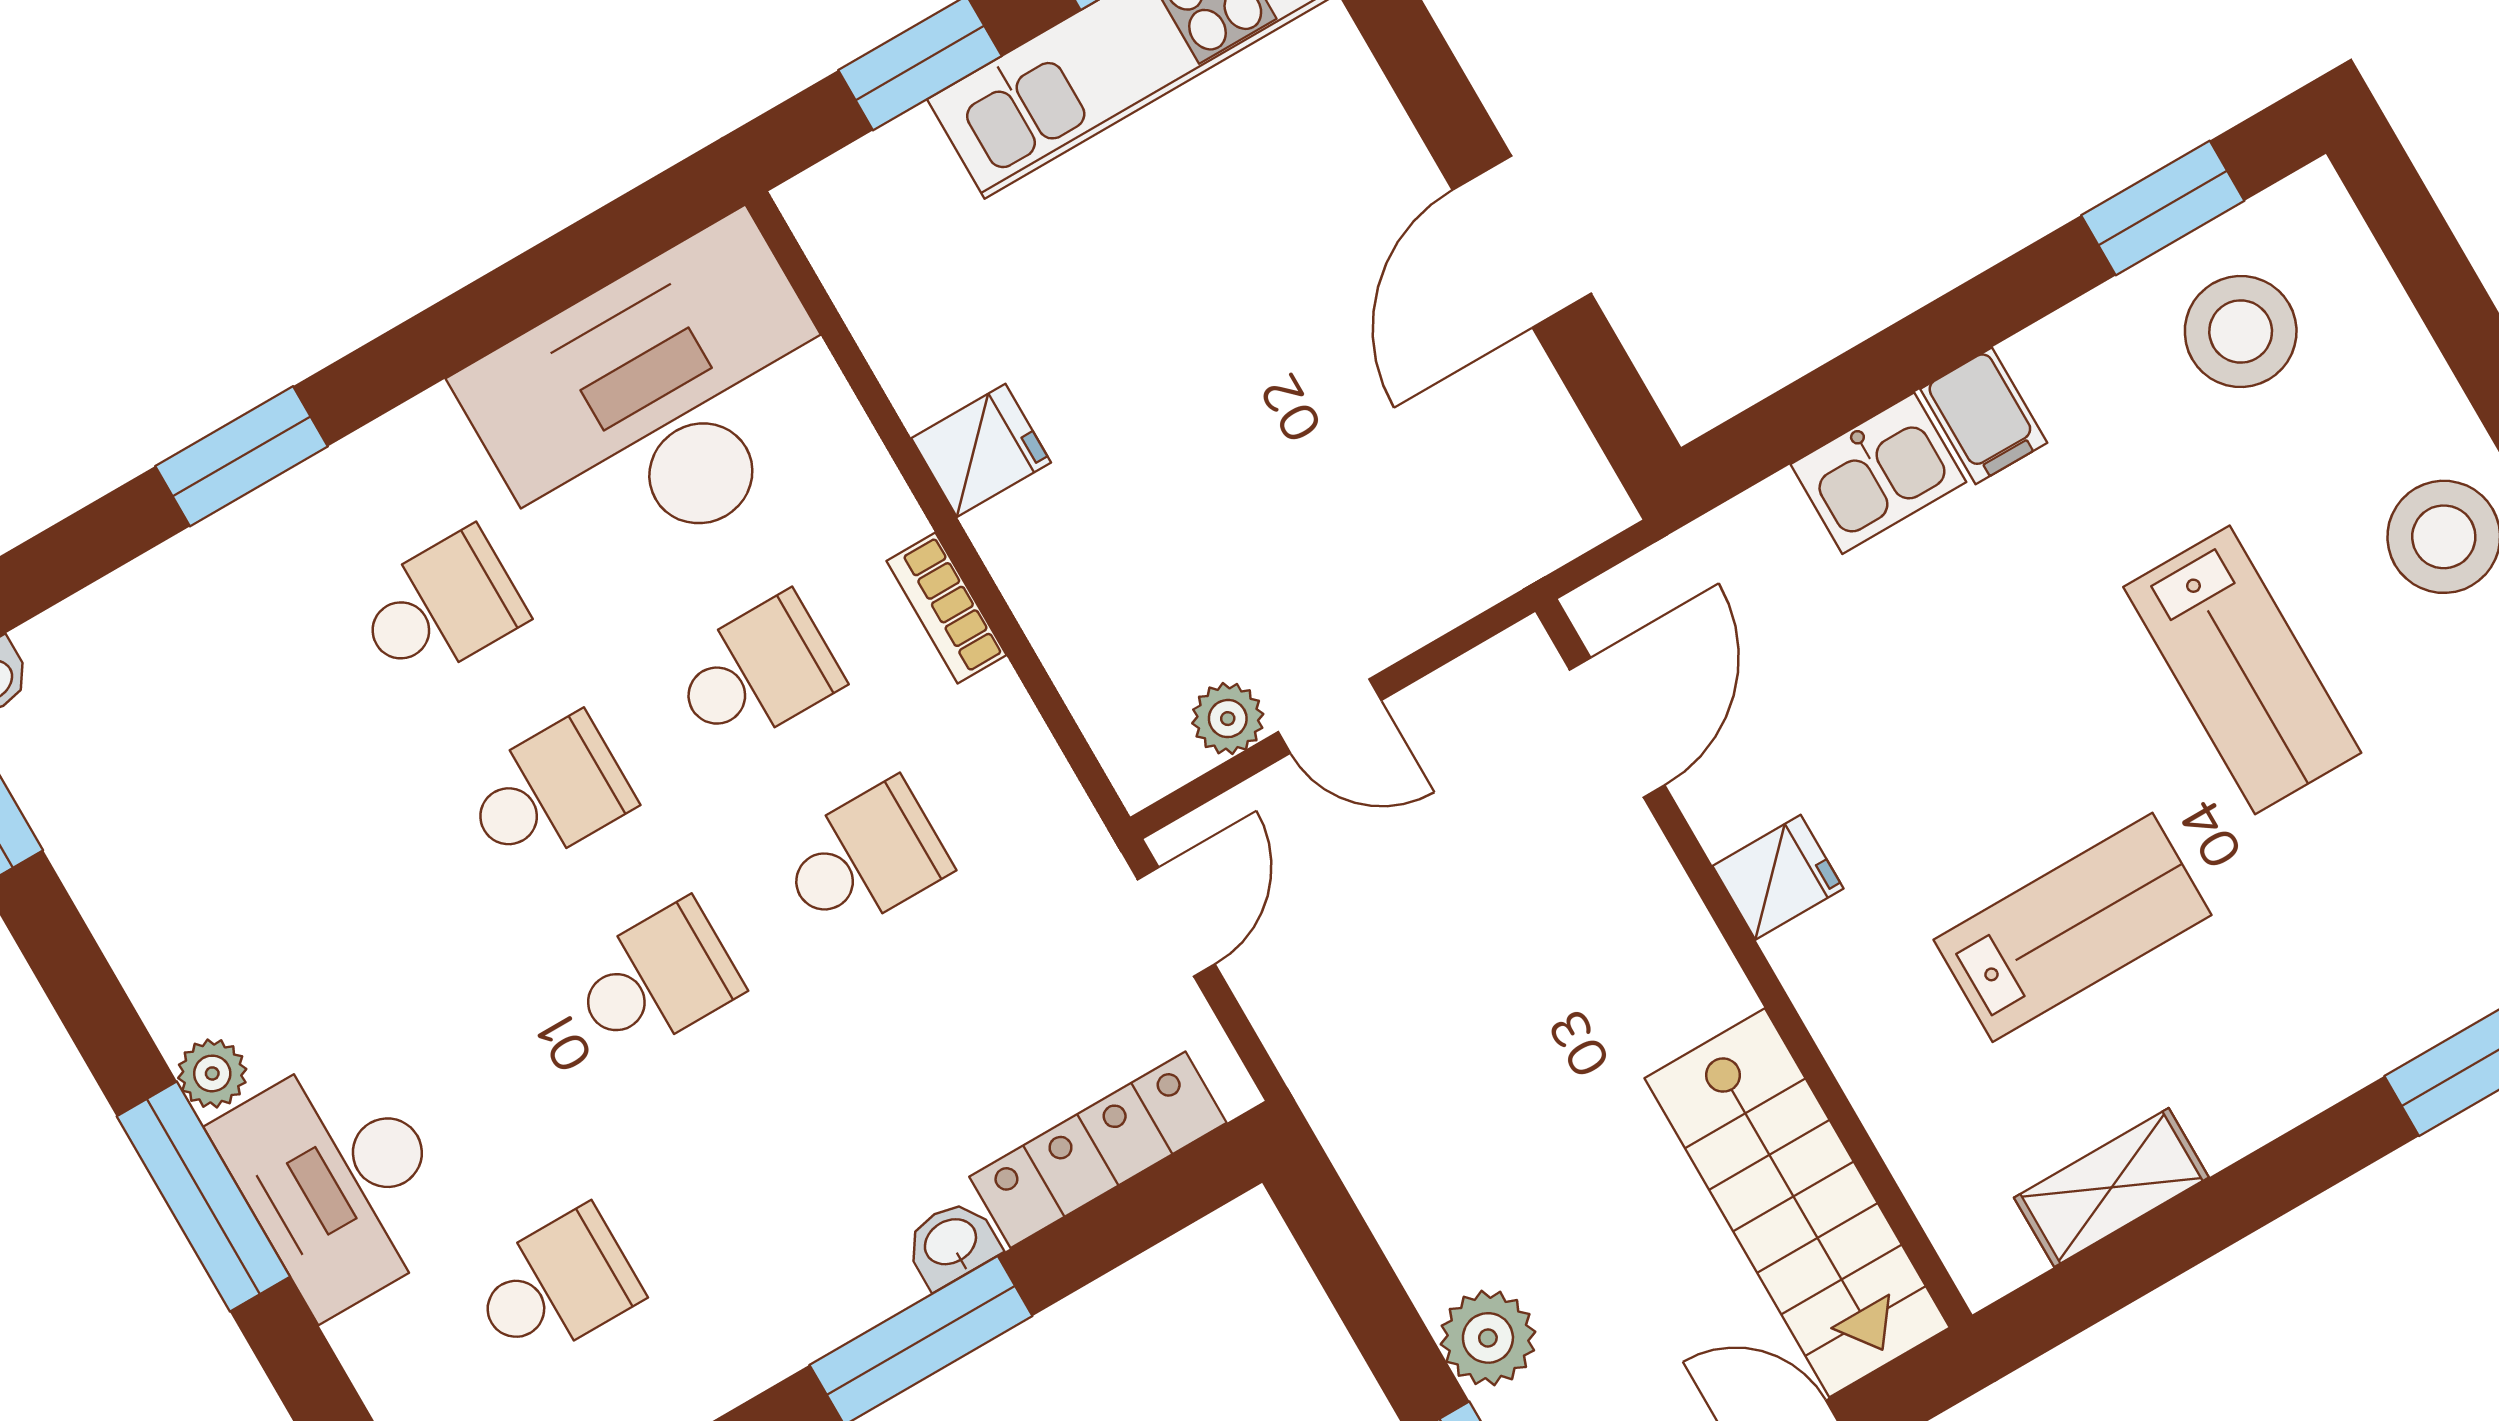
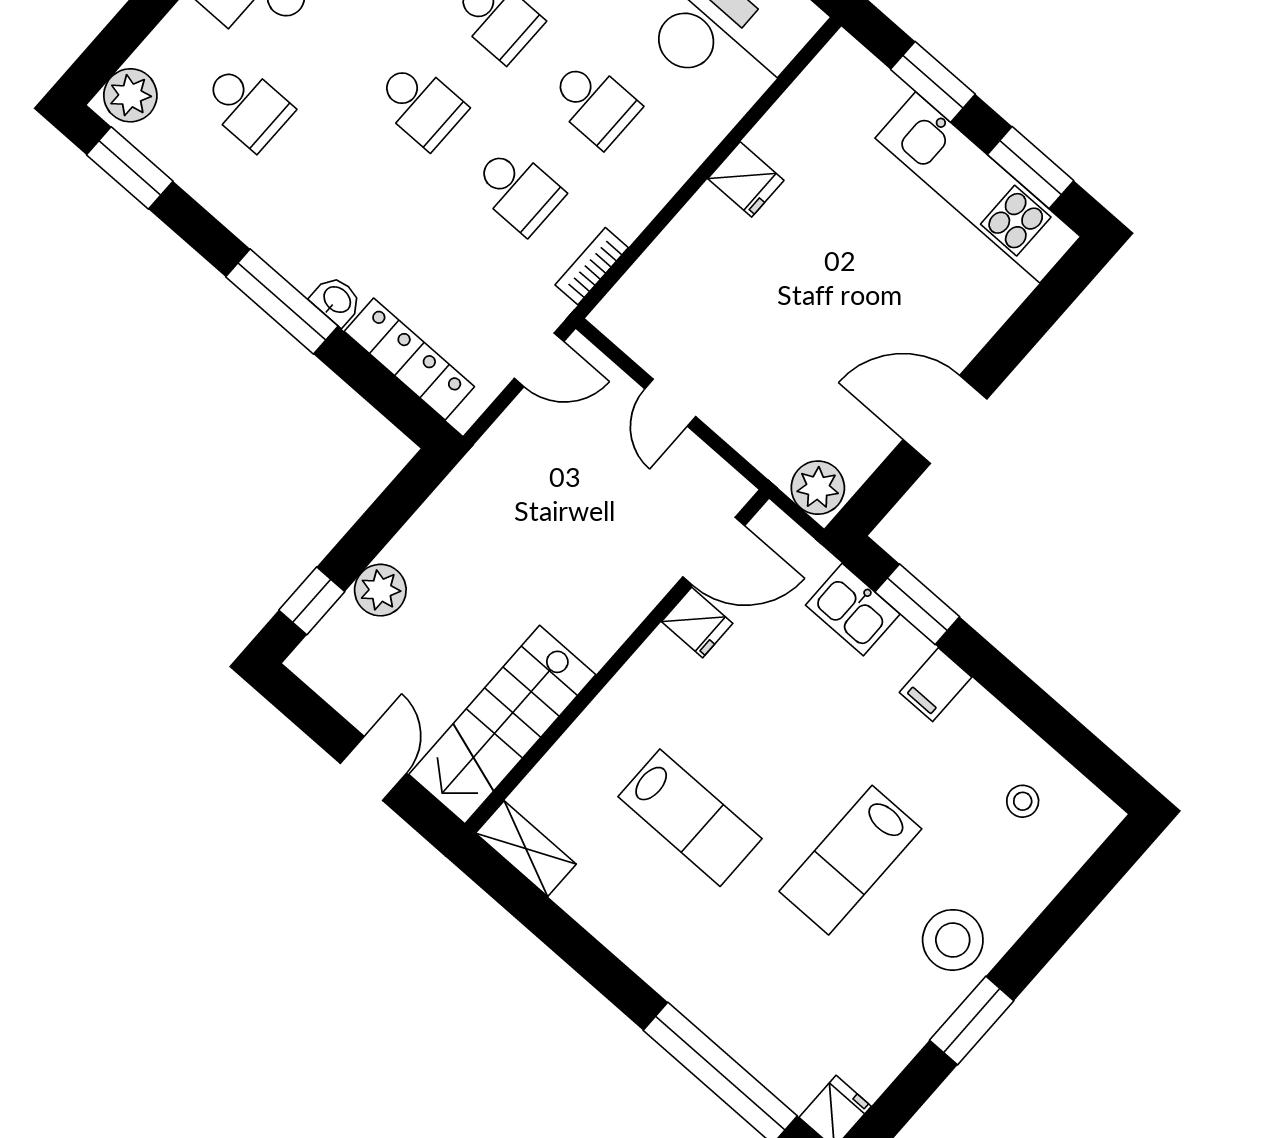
window: (2163, 208) -> (917, 604), moved
stool: (2241, 331) -> (1023, 801), width x0.53, depth x0.53
kitchen sink: (1878, 473) -> (853, 610), moved
bookcase: (946, 608) -> (592, 266), moved
plant: (1228, 719) -> (818, 488), moved, width x1.38, depth x1.38
fridge: (1778, 877) -> (697, 622), moved
shelving: (2111, 1188) -> (526, 849), moved

